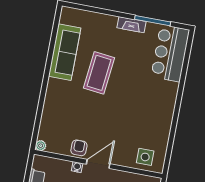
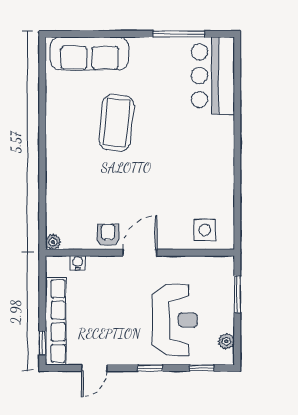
fireplace: (132, 25) -> (150, 45), removed
sofa: (65, 52) -> (89, 53), moved, turned 90
water cooler: (77, 167) -> (78, 263), moved

